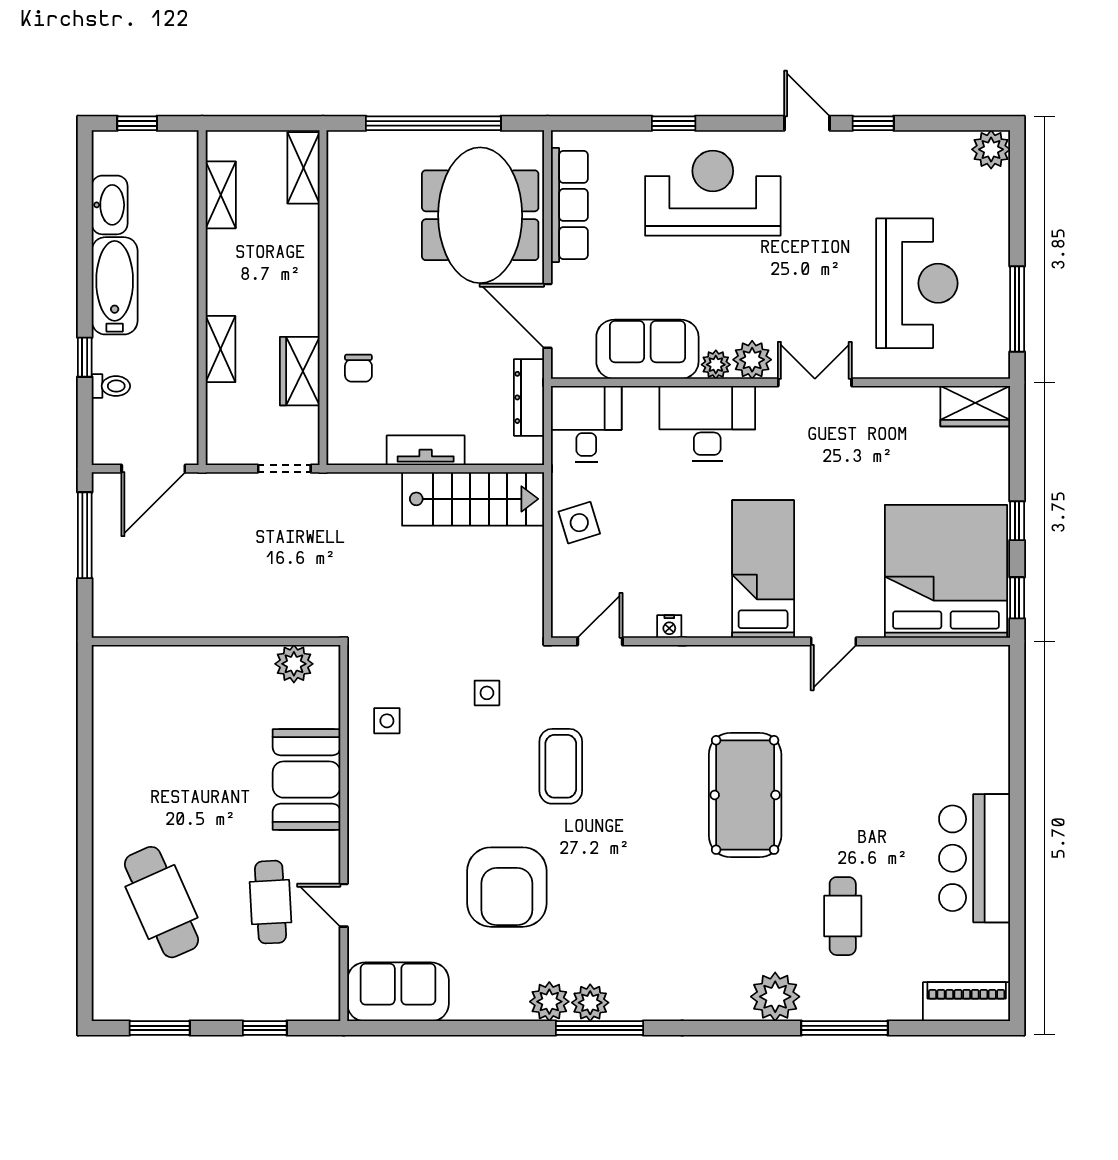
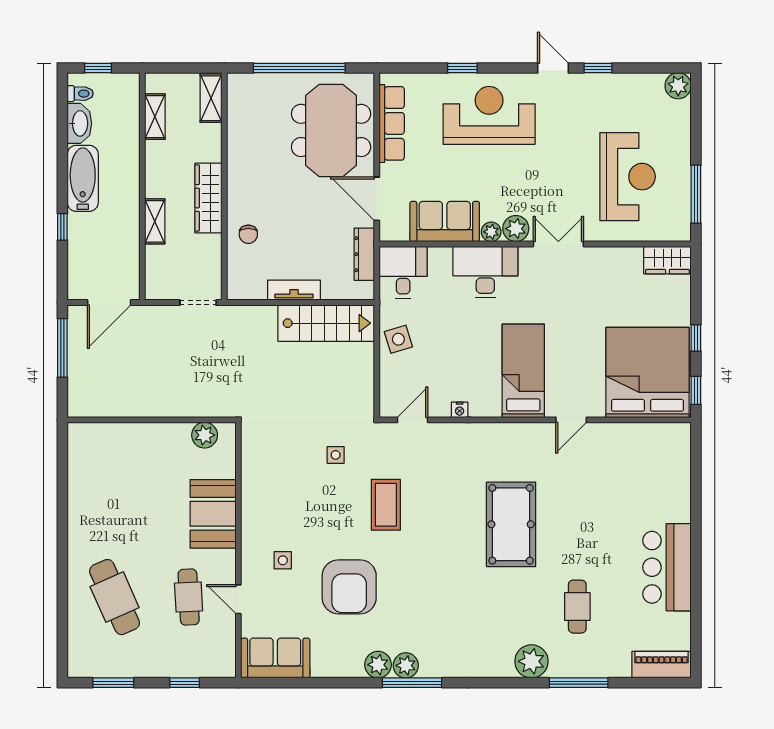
wardrobe: (300, 371) -> (208, 198), moved, width x1.50
toilet: (111, 386) -> (80, 94), moved
side table: (387, 721) -> (283, 560), moved

